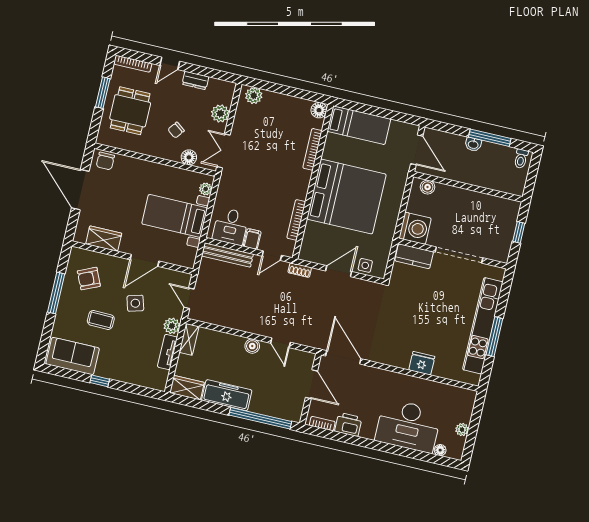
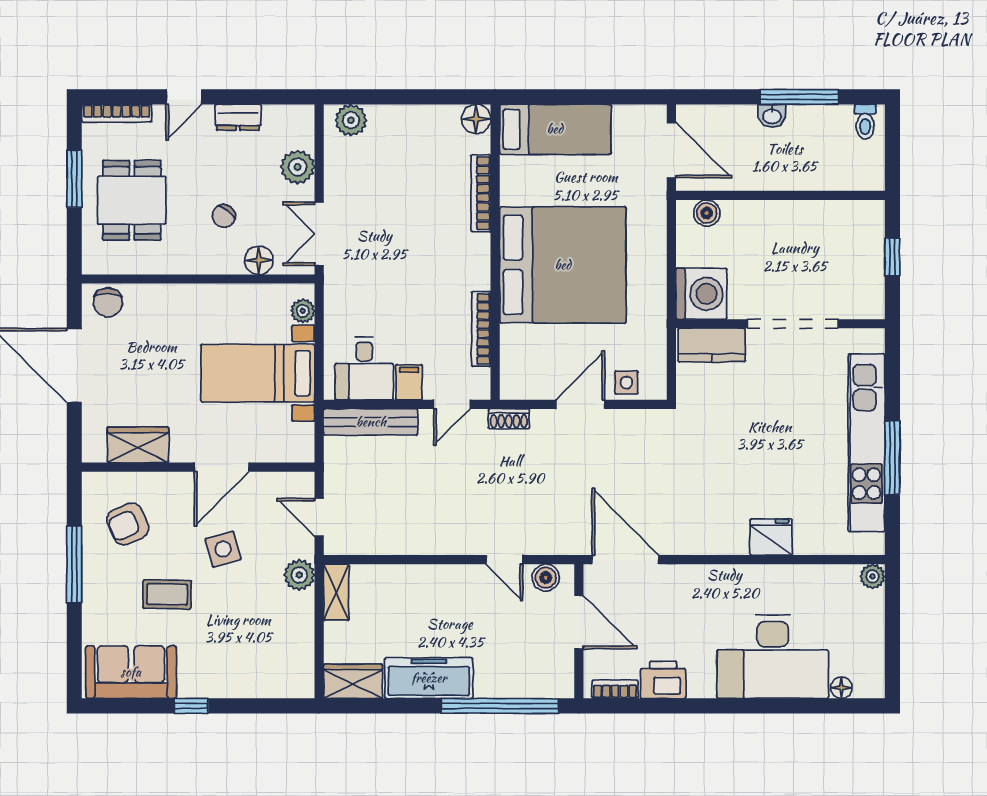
boiler: (252, 346) -> (546, 578), moved
tv unit: (167, 352) -> (302, 625), removed
plant: (462, 430) -> (873, 576), moved

